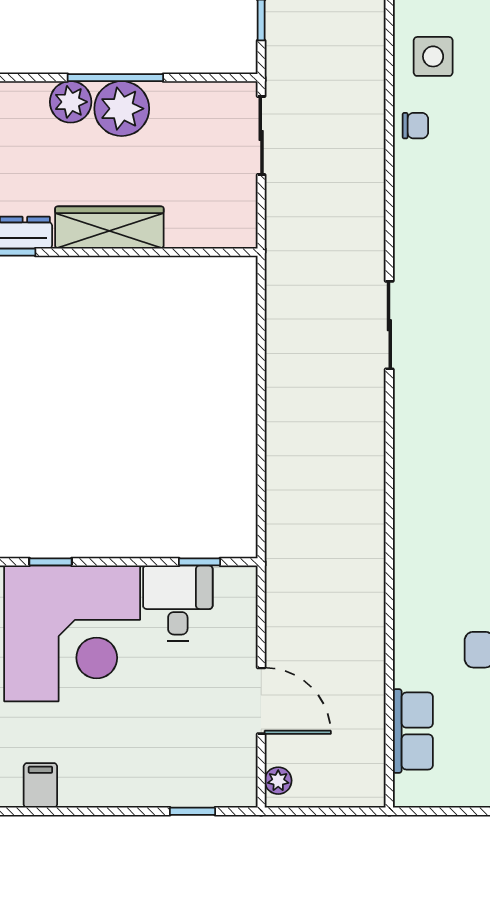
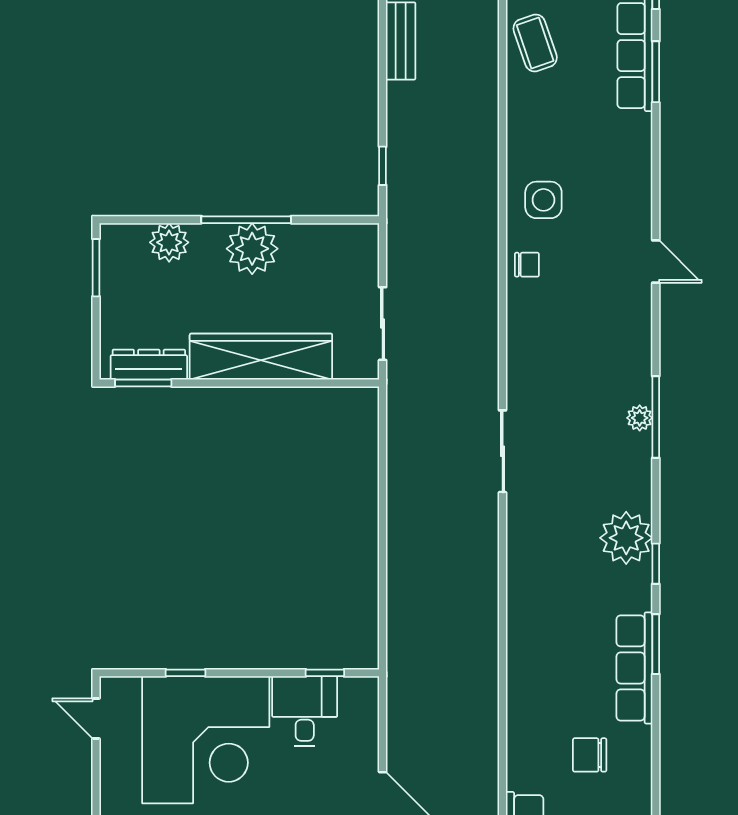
plant: (71, 102) -> (169, 242), moved
sliding door: (261, 136) -> (383, 324), moved
wardrobe: (109, 228) -> (261, 357), width x1.40, depth x1.17

